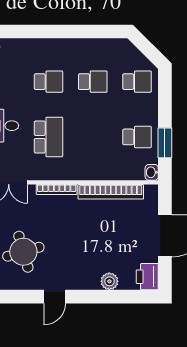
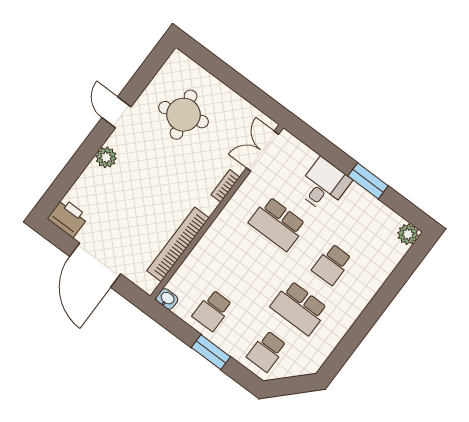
school desk: (93, 82) -> (299, 308), width x1.85
window: (165, 143) -> (211, 352), moved
bookcase: (57, 190) -> (225, 186), width x0.64
plant: (109, 281) -> (106, 157), moved

